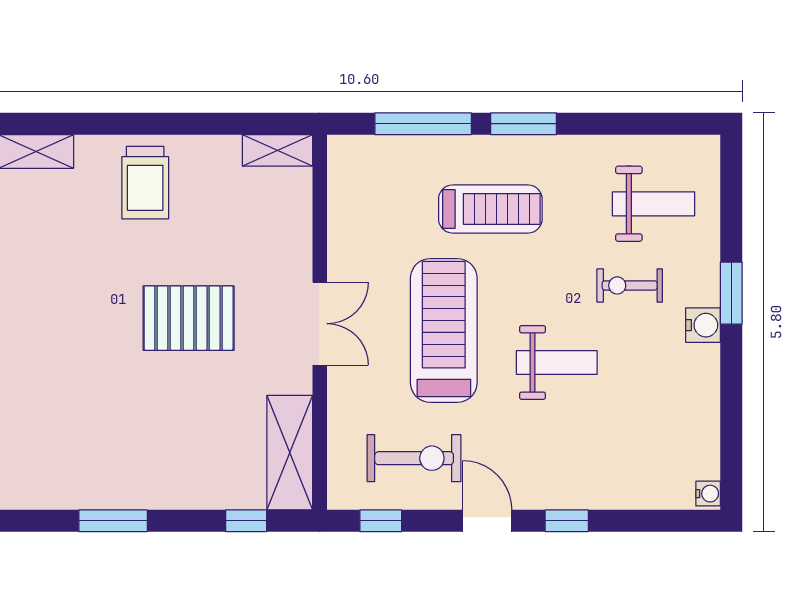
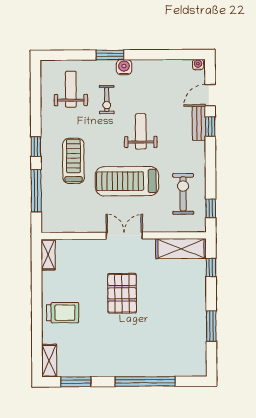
window: (523, 124) -> (36, 147), width x0.67
bench: (574, 495) -> (199, 123), added
door: (487, 521) -> (210, 95), moved

